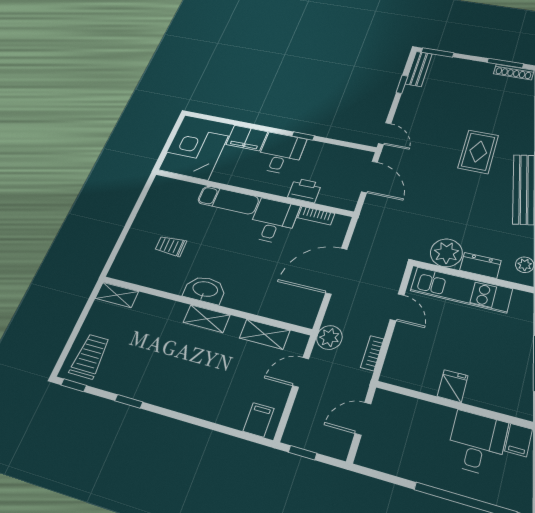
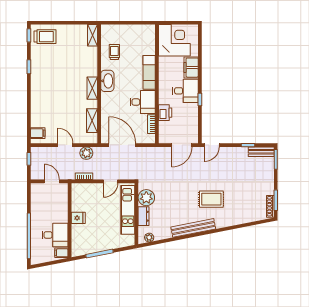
washbasin: (205, 290) -> (107, 81), moved
shelving: (117, 295) -> (92, 35), moved
wall: (204, 305) -> (99, 84), moved
shelving: (207, 319) -> (92, 88), moved
shelving: (265, 334) -> (92, 121), moved

